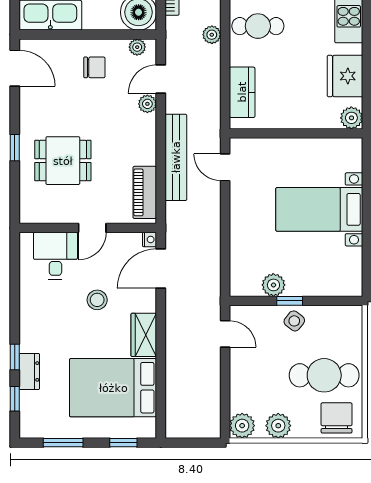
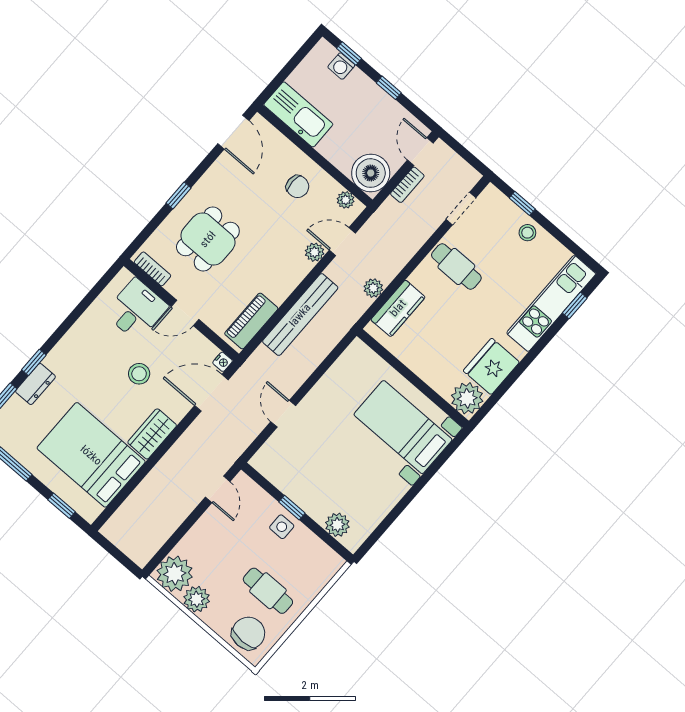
plant: (212, 35) -> (373, 288), moved
plant: (351, 118) -> (467, 398), width x1.36, depth x1.36
dining table: (63, 161) -> (208, 239), turned 90
door: (225, 167) -> (283, 414), moved
bed with nightstands: (319, 209) -> (403, 427), moved
bookcase: (42, 216) -> (152, 269), added
plant: (273, 285) -> (337, 525), moved
side table: (294, 321) -> (282, 527), turned -38
cafe table: (324, 375) -> (268, 591), width x0.73, depth x0.74
plant: (242, 426) -> (175, 574), width x1.36, depth x1.36

